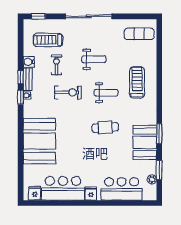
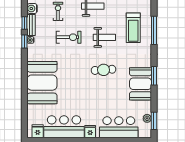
treadmill: (137, 82) -> (133, 28), turned 180
window: (159, 85) -> (154, 30), added
window: (159, 170) -> (154, 121), moved

